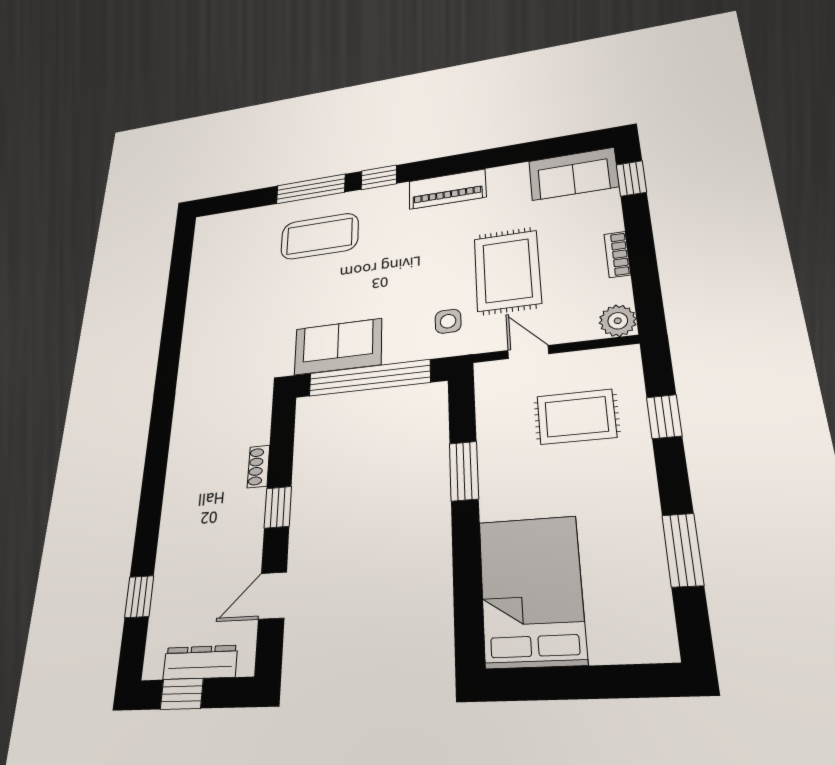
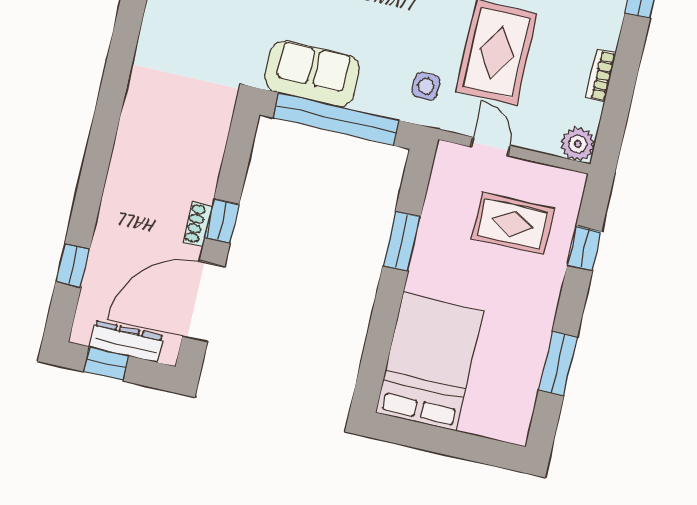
shoe rack: (259, 466) -> (198, 224), moved
door: (273, 596) -> (204, 302), width x1.87

